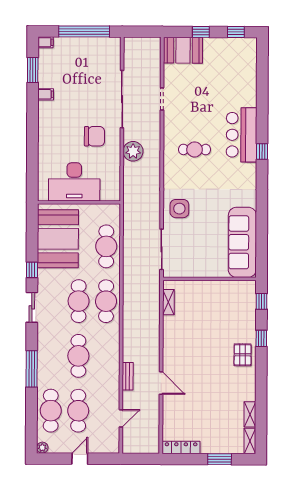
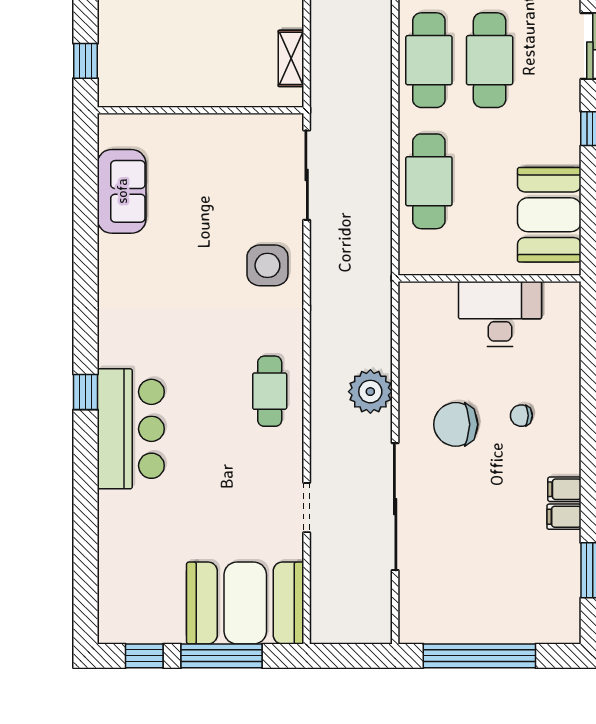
window: (201, 32) -> (222, 656), width x2.17
filing cabinet: (46, 42) -> (564, 489), moved
booth: (183, 50) -> (245, 603), width x1.36, depth x1.42
chair: (65, 140) -> (521, 416), added
cafe table: (195, 149) -> (270, 391), moved, turned 90
desk: (74, 182) -> (500, 314), width x0.73, depth x0.77
booth: (58, 239) -> (549, 215), width x0.73, depth x0.70
sofa: (242, 242) -> (122, 191), width x0.54, depth x0.79

